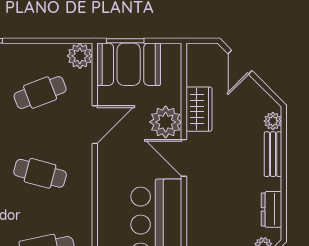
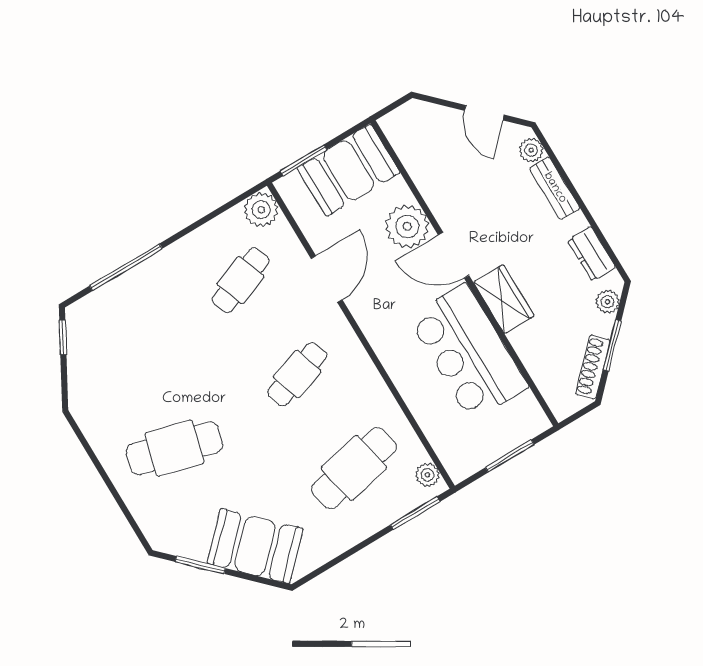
door: (240, 62) -> (484, 113), moved
booth: (129, 64) -> (349, 170), moved
wardrobe: (199, 109) -> (504, 299), moved
cafe table: (40, 173) -> (297, 374), turned -33

